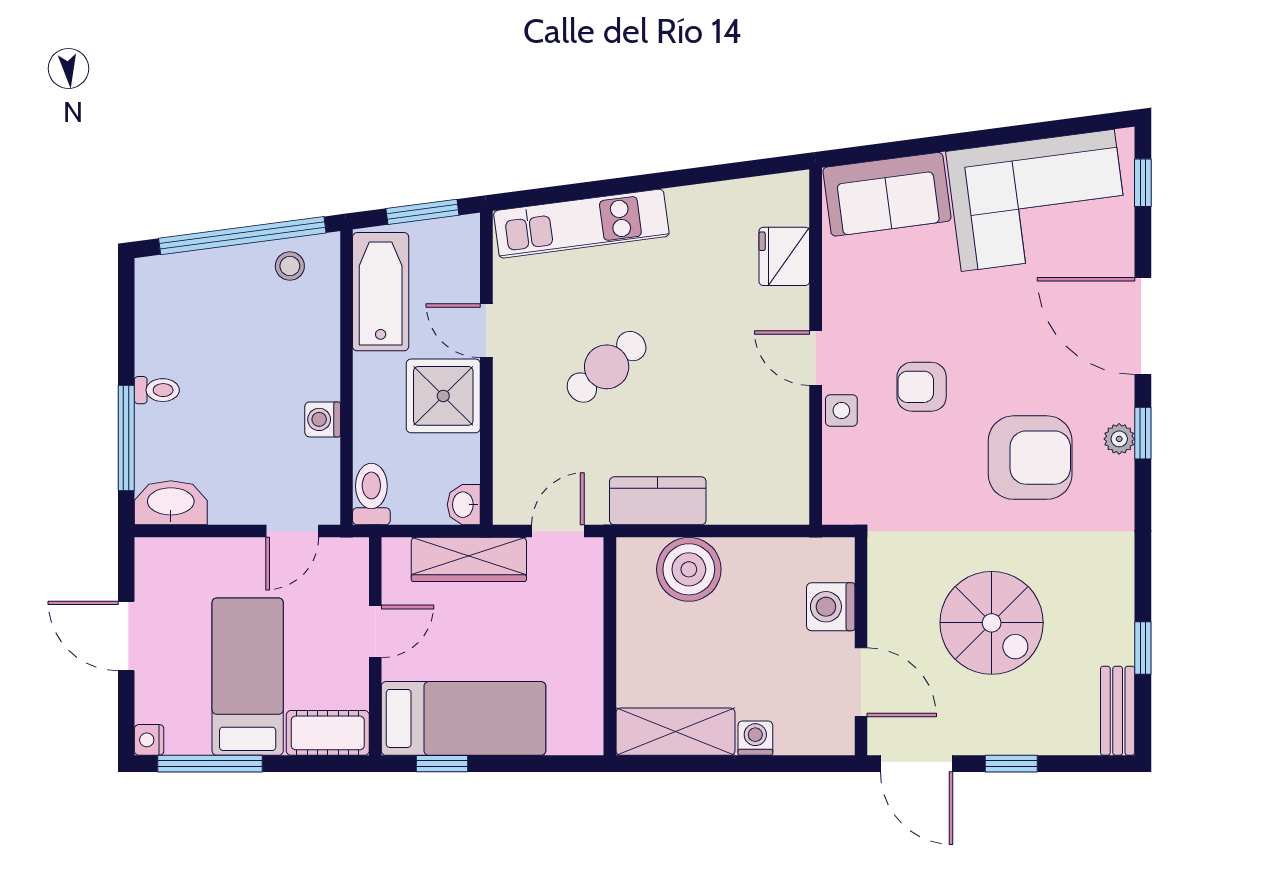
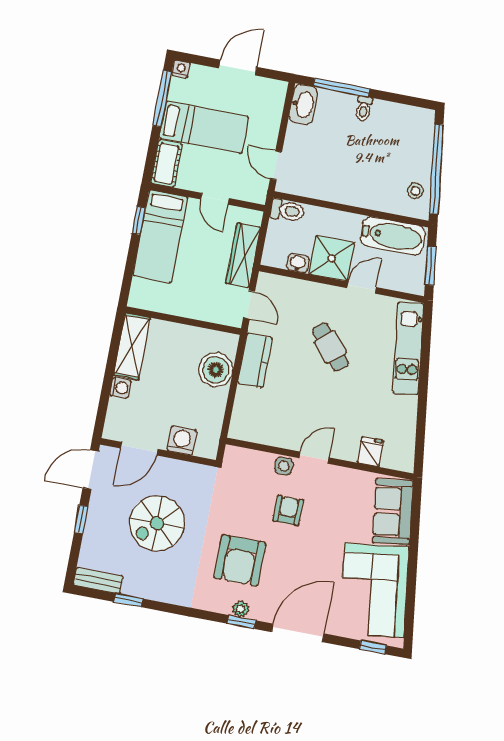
fridge: (784, 256) -> (370, 452), width x0.72
washing machine: (323, 419) -> (332, 193), removed
washbasin: (464, 505) -> (298, 263), moved

